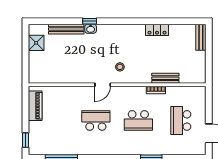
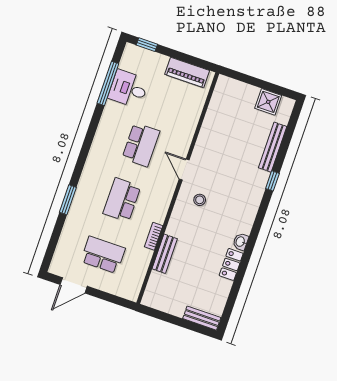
washbasin: (91, 29) -> (241, 242), moved
desk: (60, 142) -> (128, 89), added

